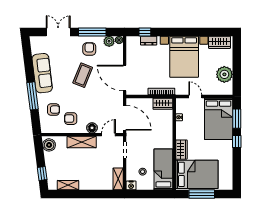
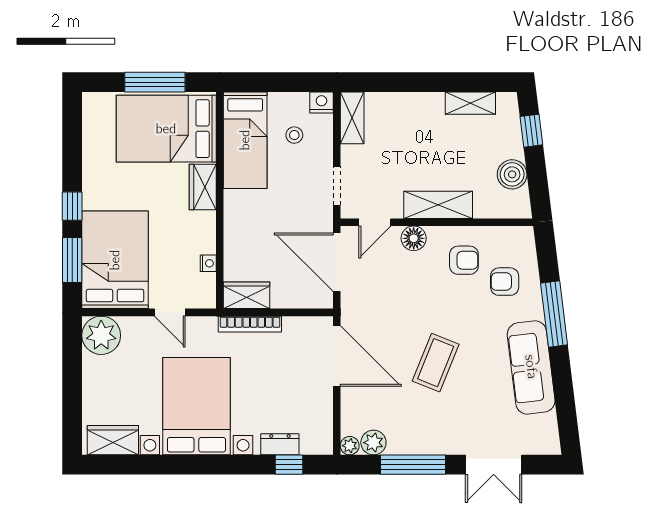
armchair: (89, 49) -> (420, 424), removed
plant: (224, 74) -> (101, 335), moved
boiler: (49, 145) -> (512, 174), moved

